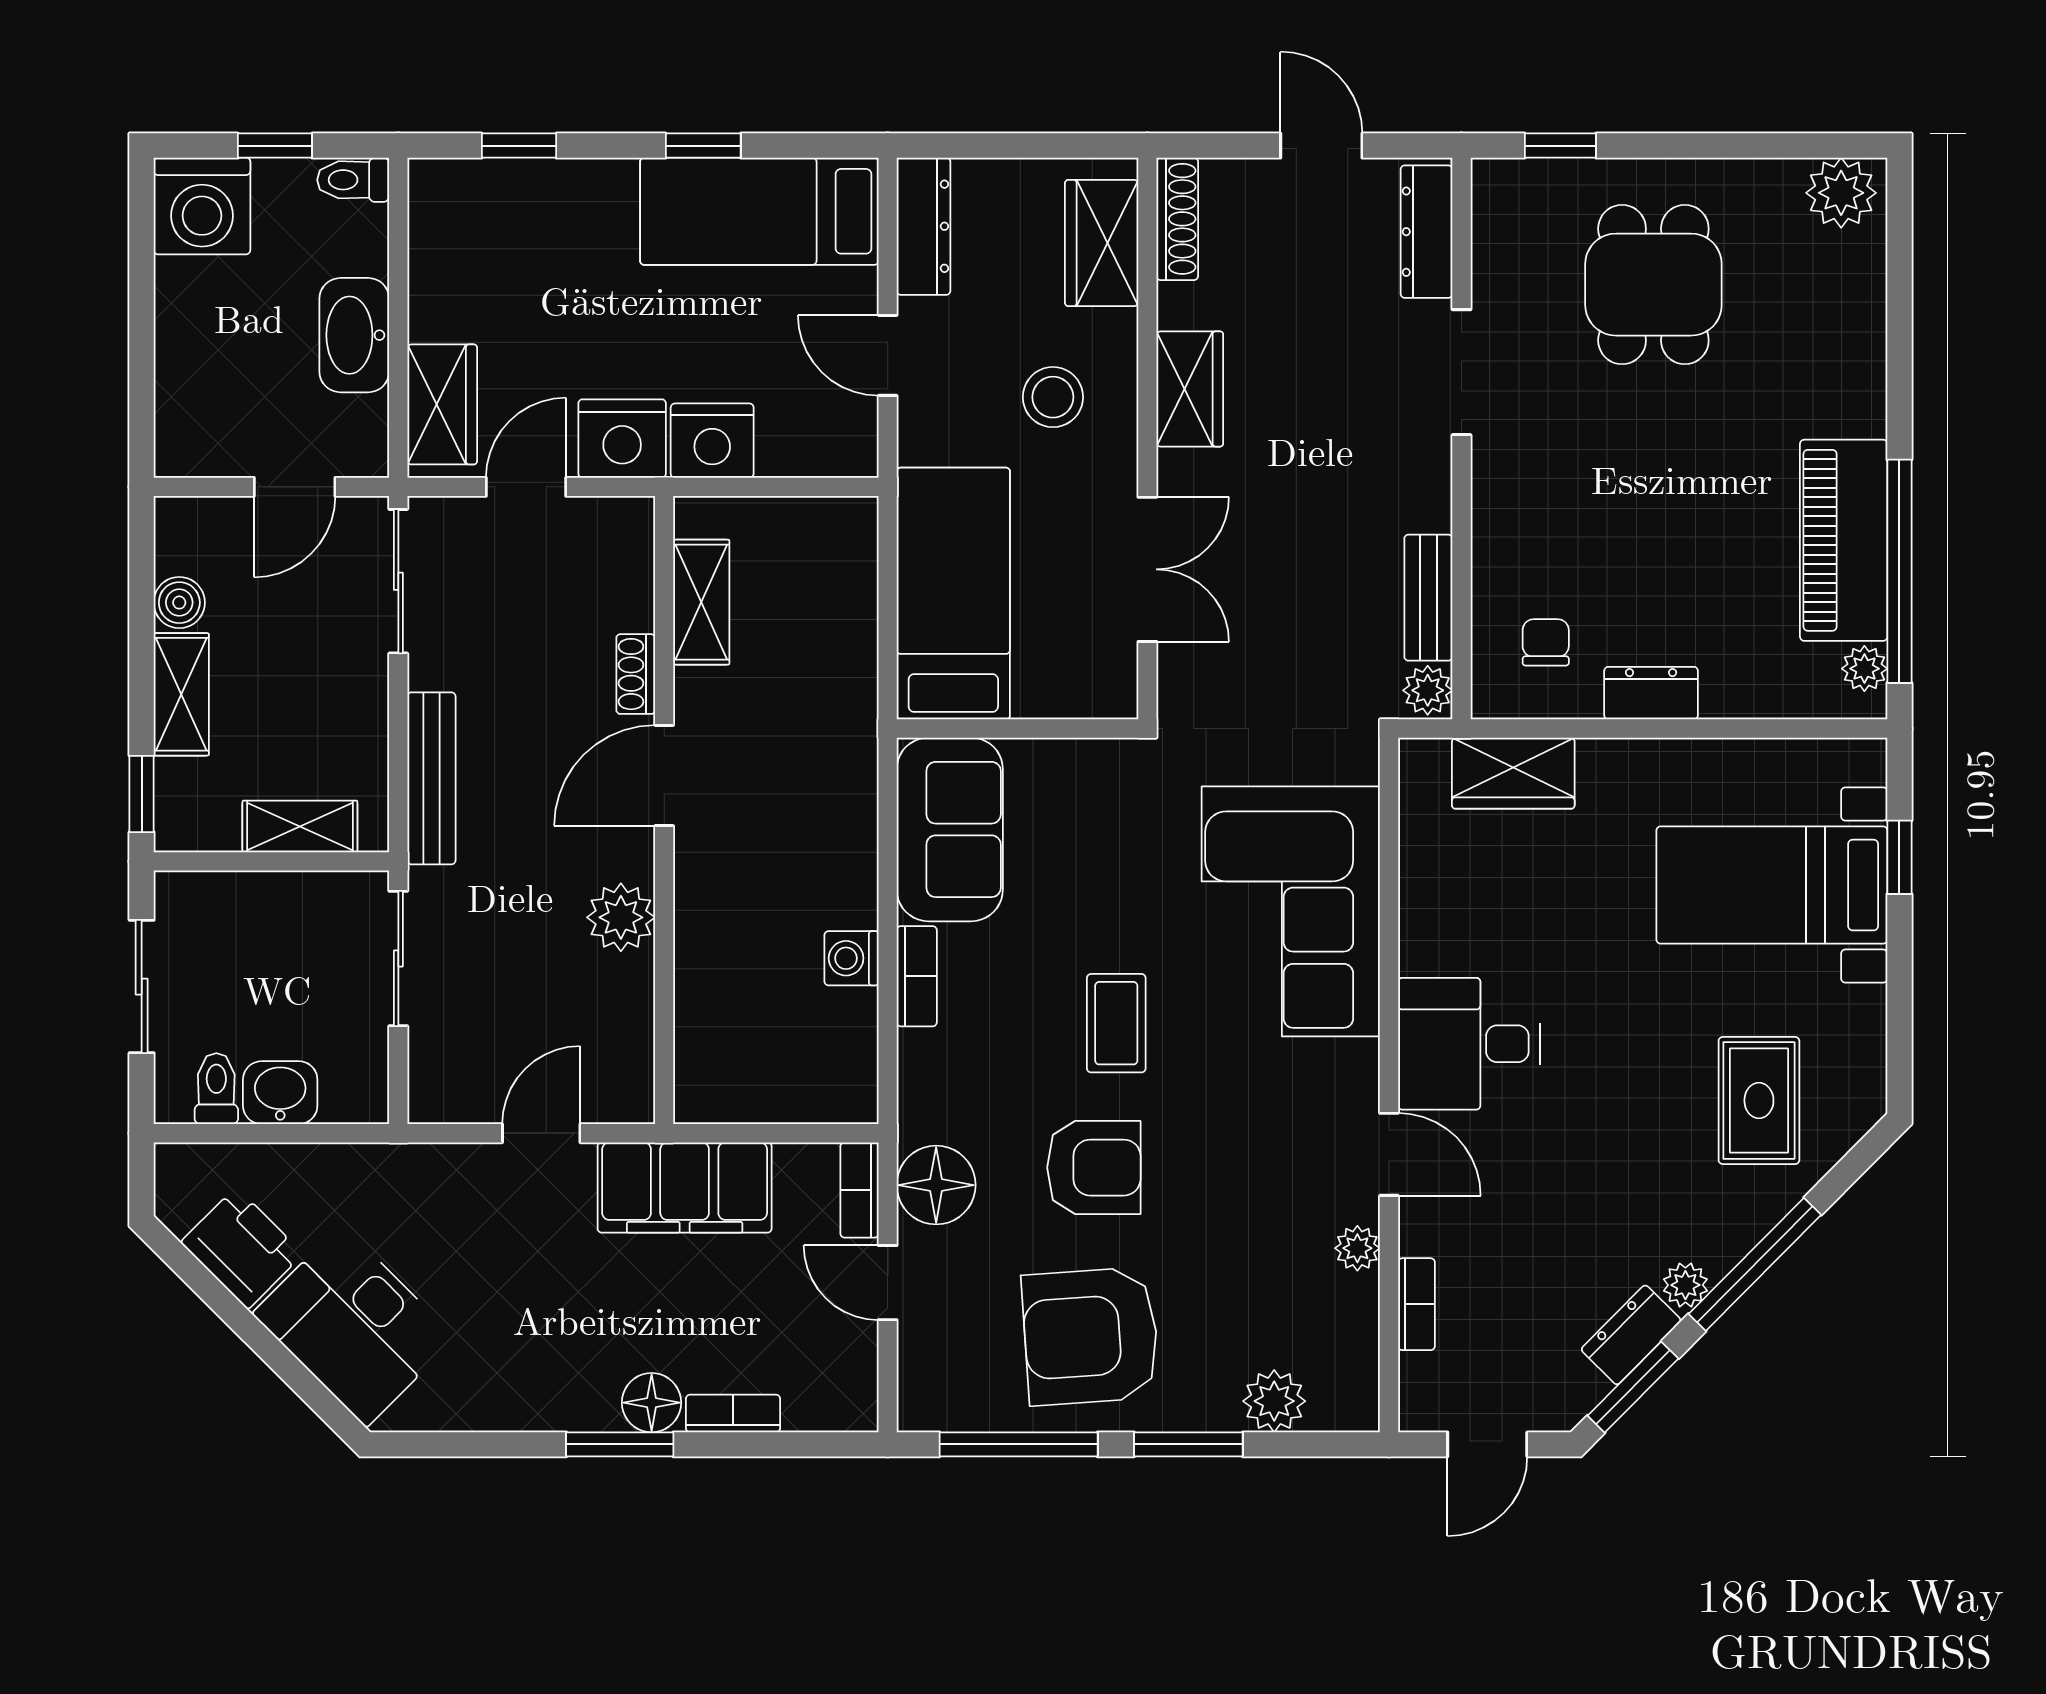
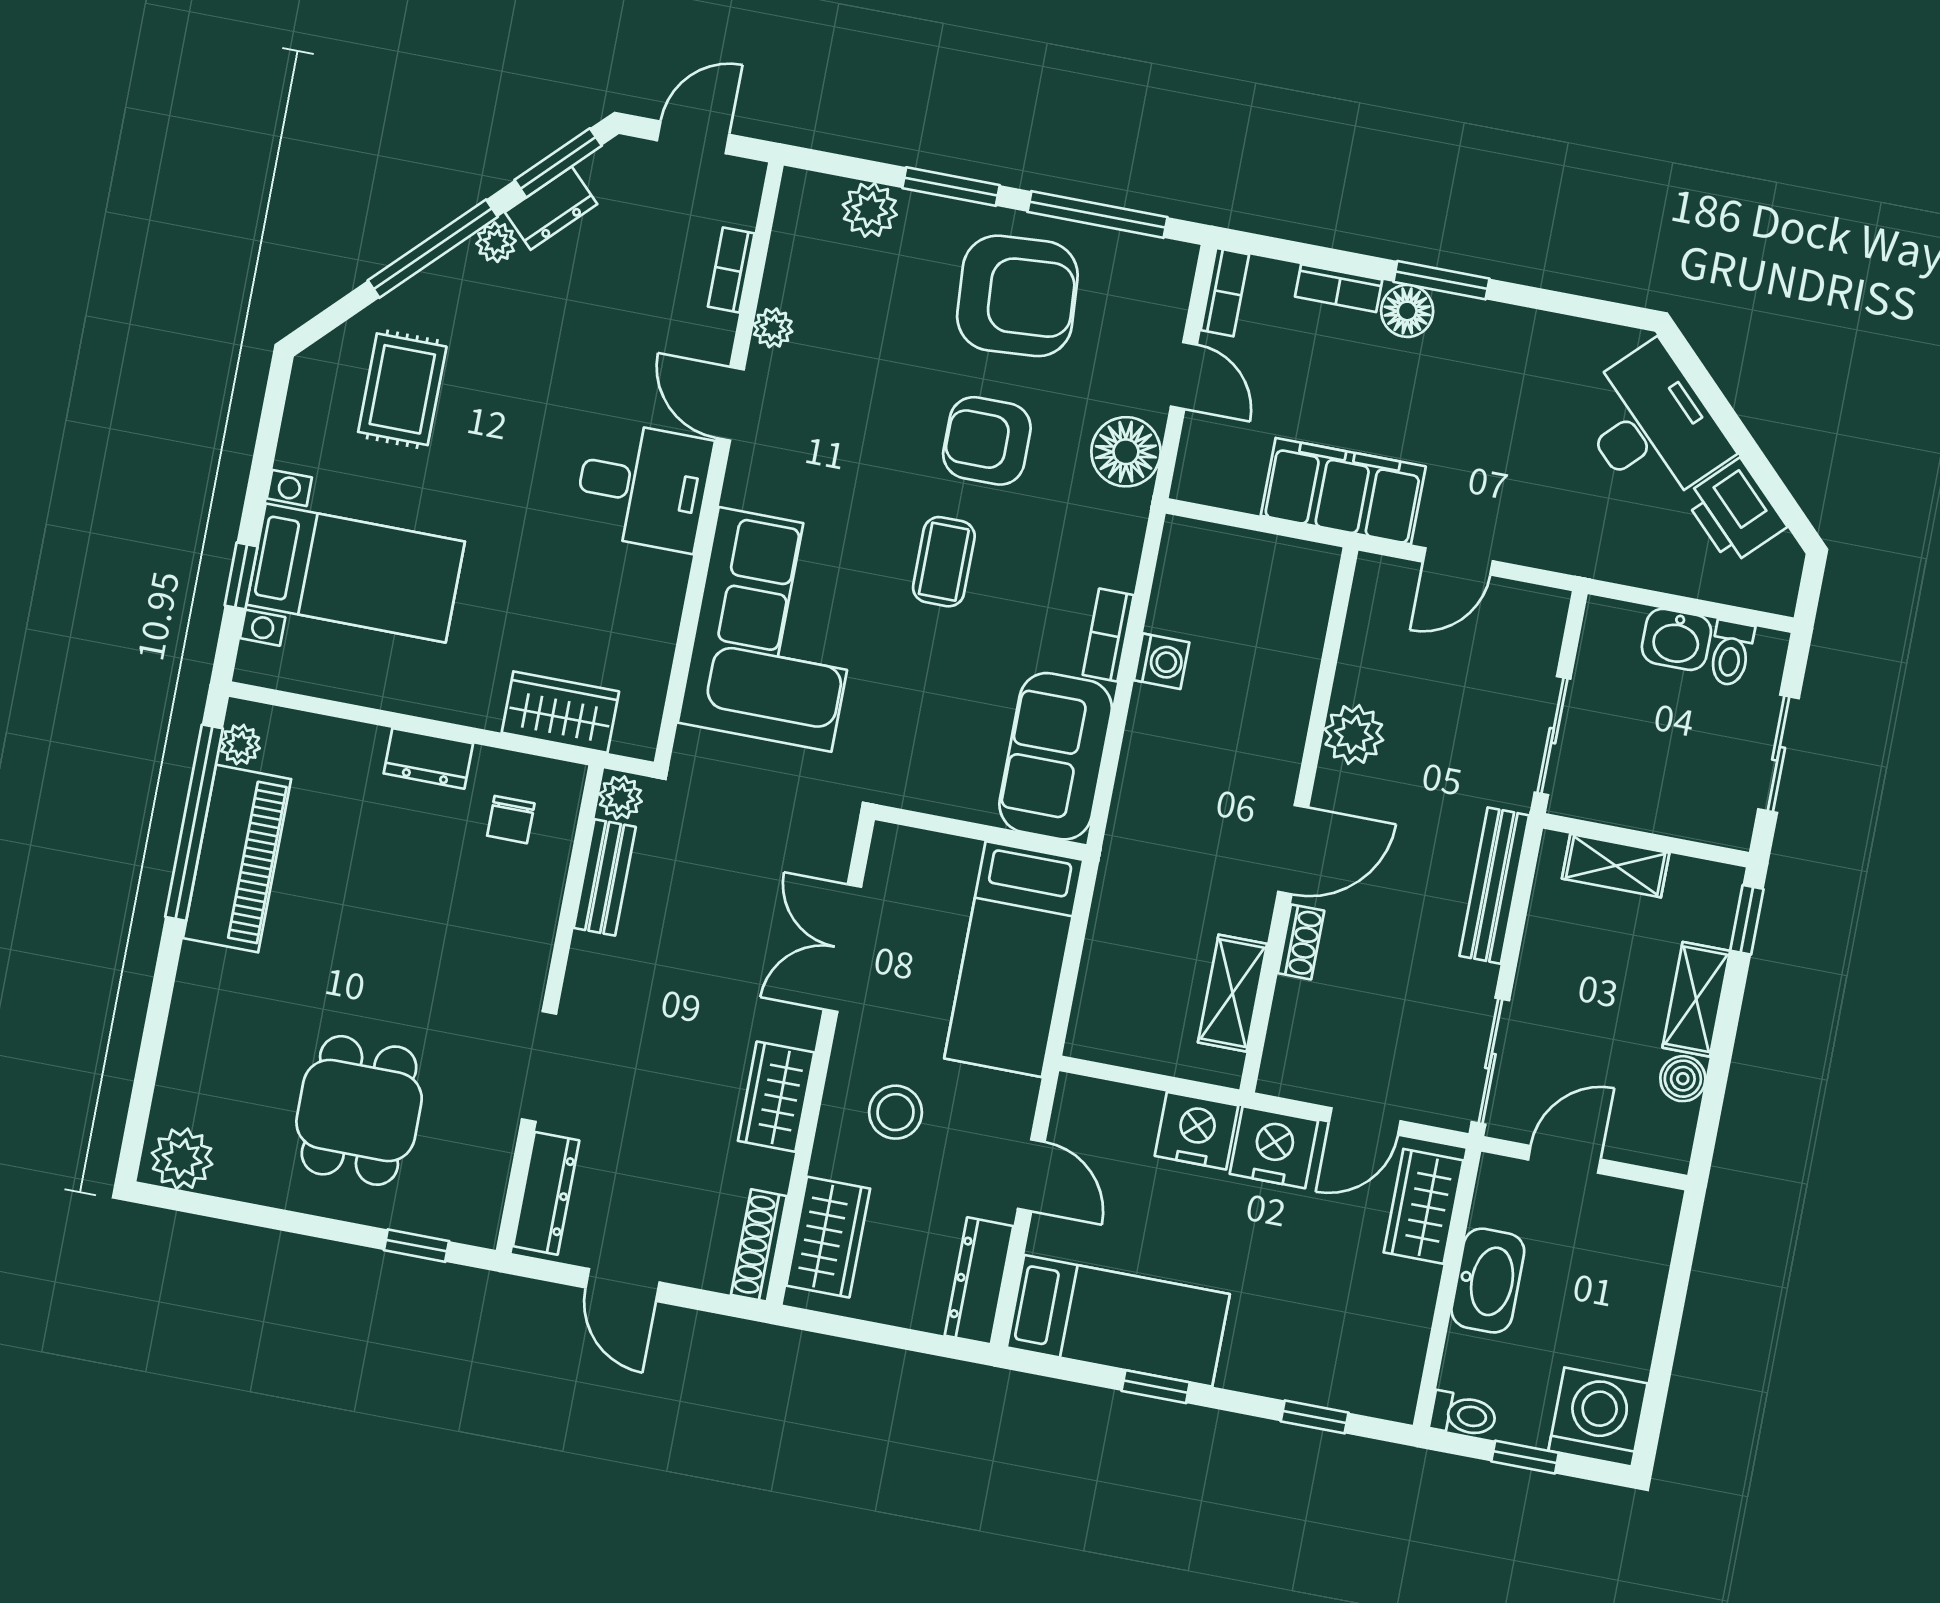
bookcase: (859, 1190) -> (1225, 292), moved

